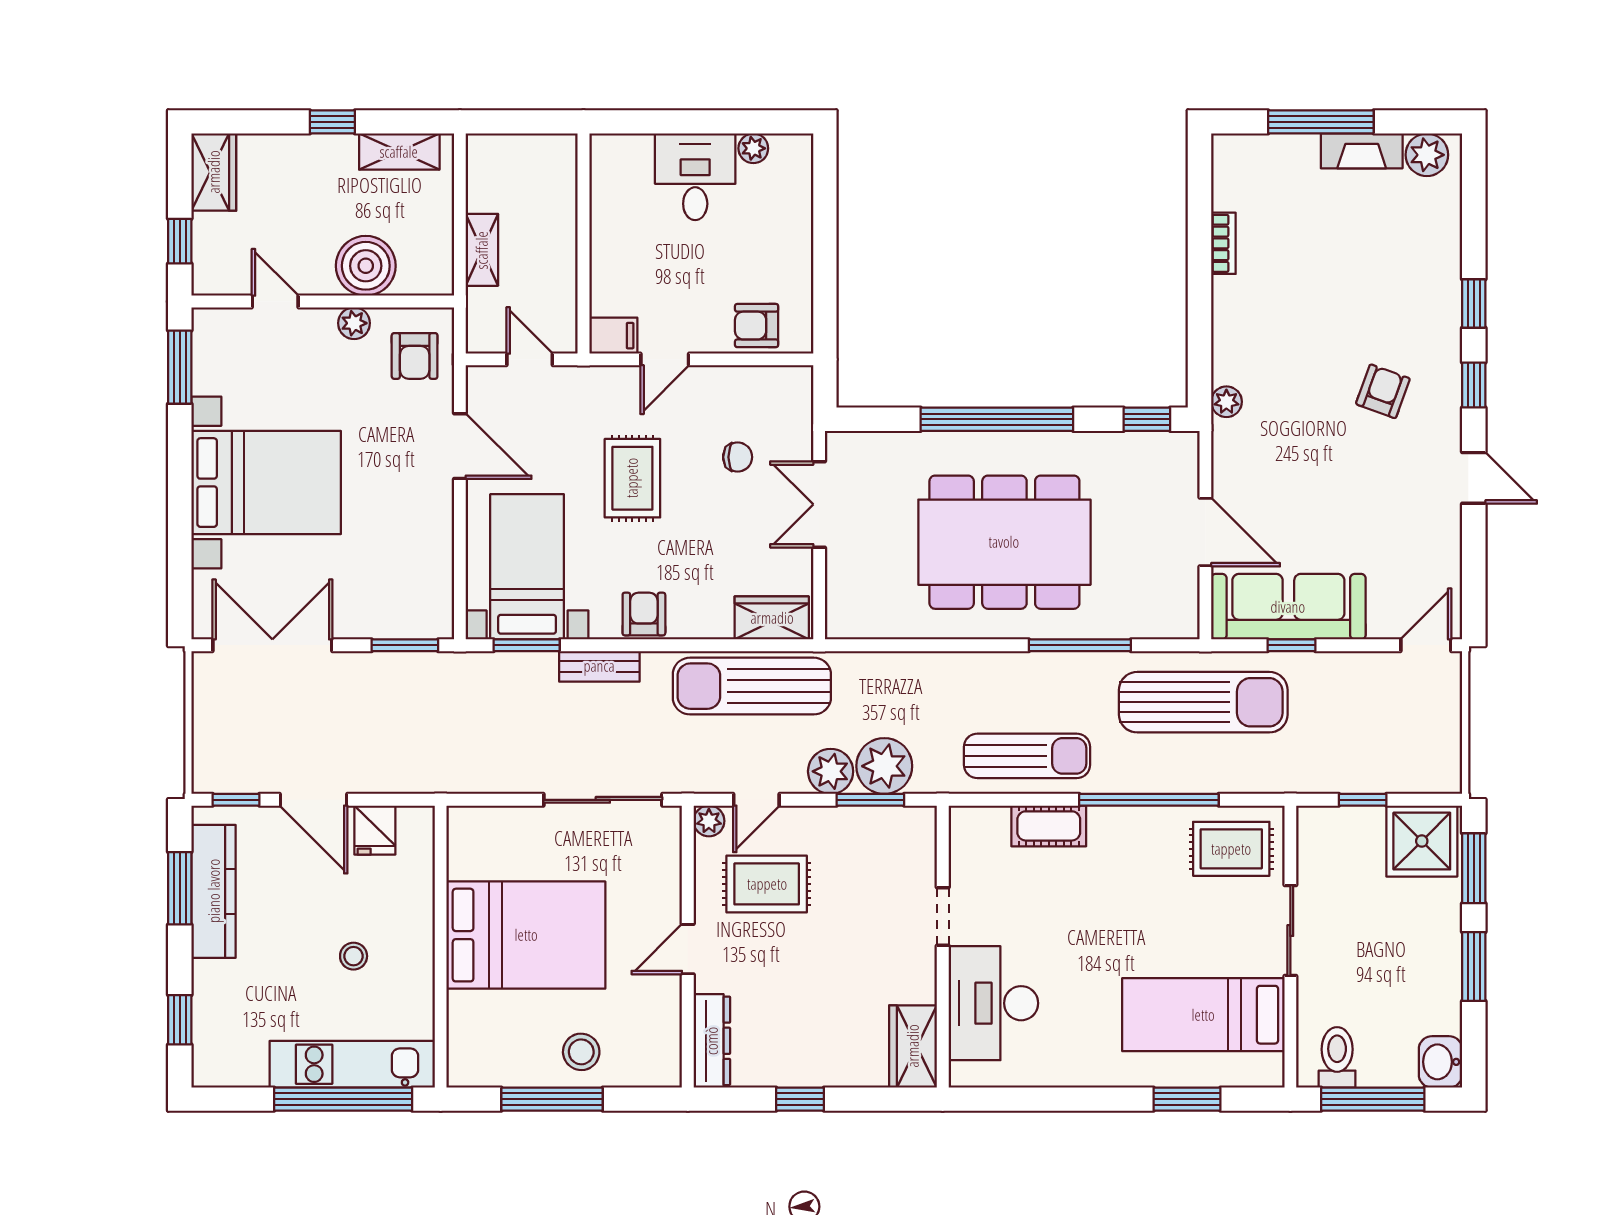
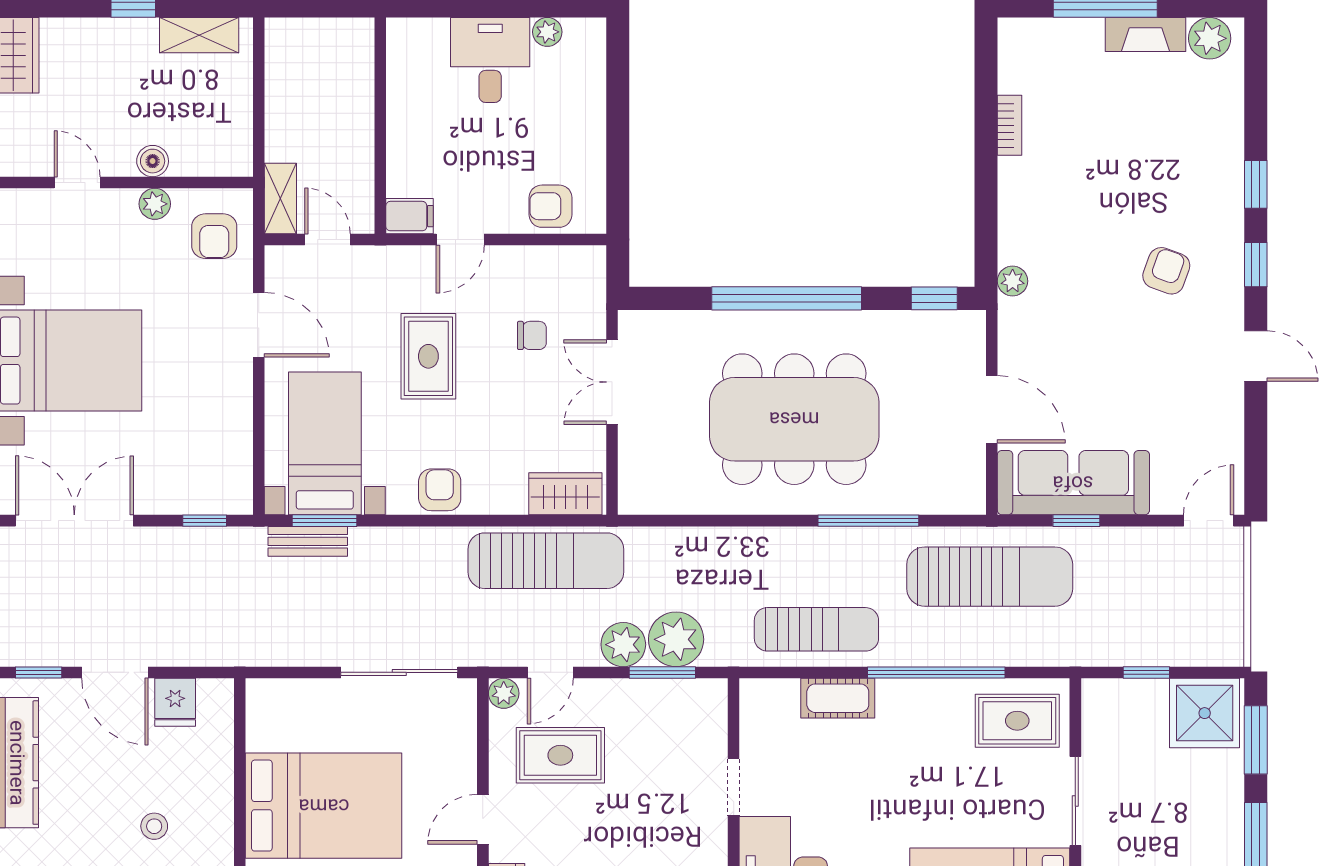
shelving: (482, 250) -> (280, 198), moved
boiler: (366, 266) -> (153, 161), width x0.54, depth x0.54
window: (405, 645) -> (205, 521), width x0.67
bench: (599, 666) -> (308, 541), moved
sun lounger: (752, 686) -> (546, 561), turned 180

